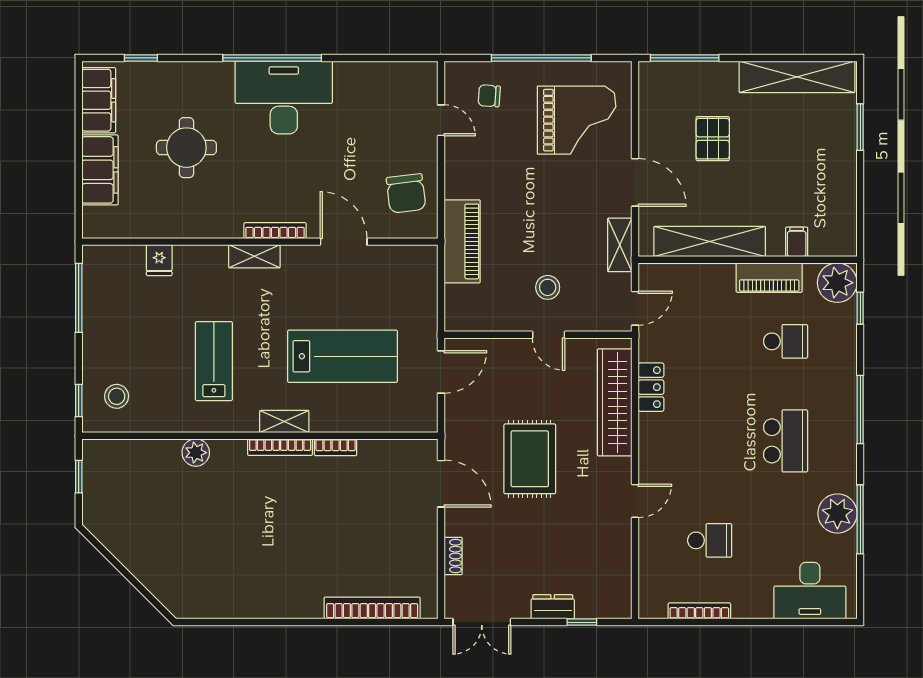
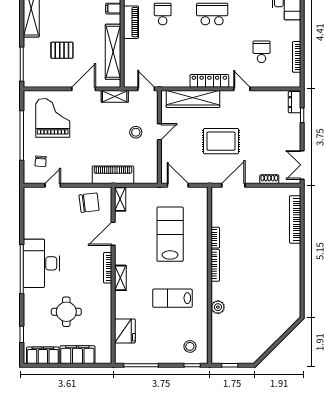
fridge: (159, 260) -> (125, 331), width x1.88, depth x1.34
locker: (651, 387) -> (209, 81), moved, width x1.53
shelving: (284, 422) -> (120, 199), moved
dresser: (553, 607) -> (295, 102), moved
double door: (482, 622) -> (302, 165), swing flipped

